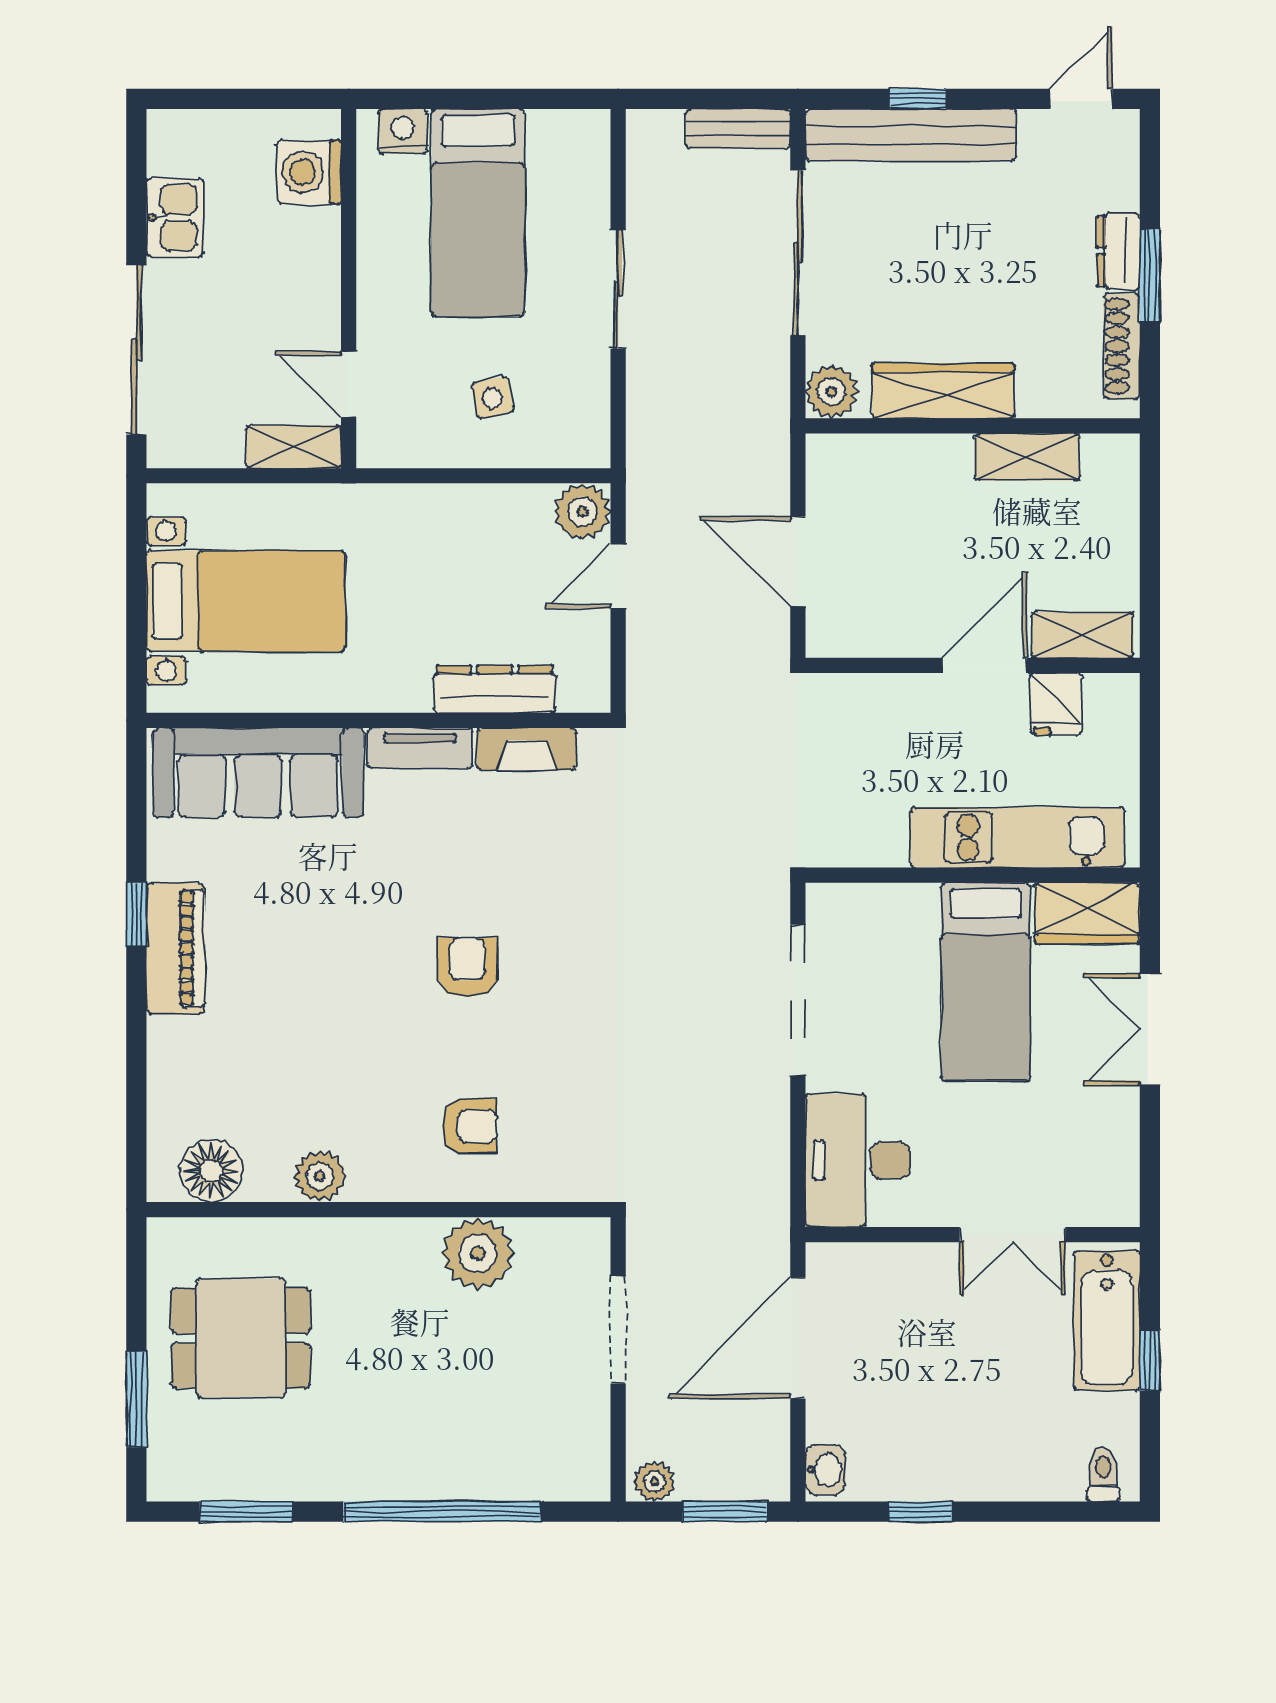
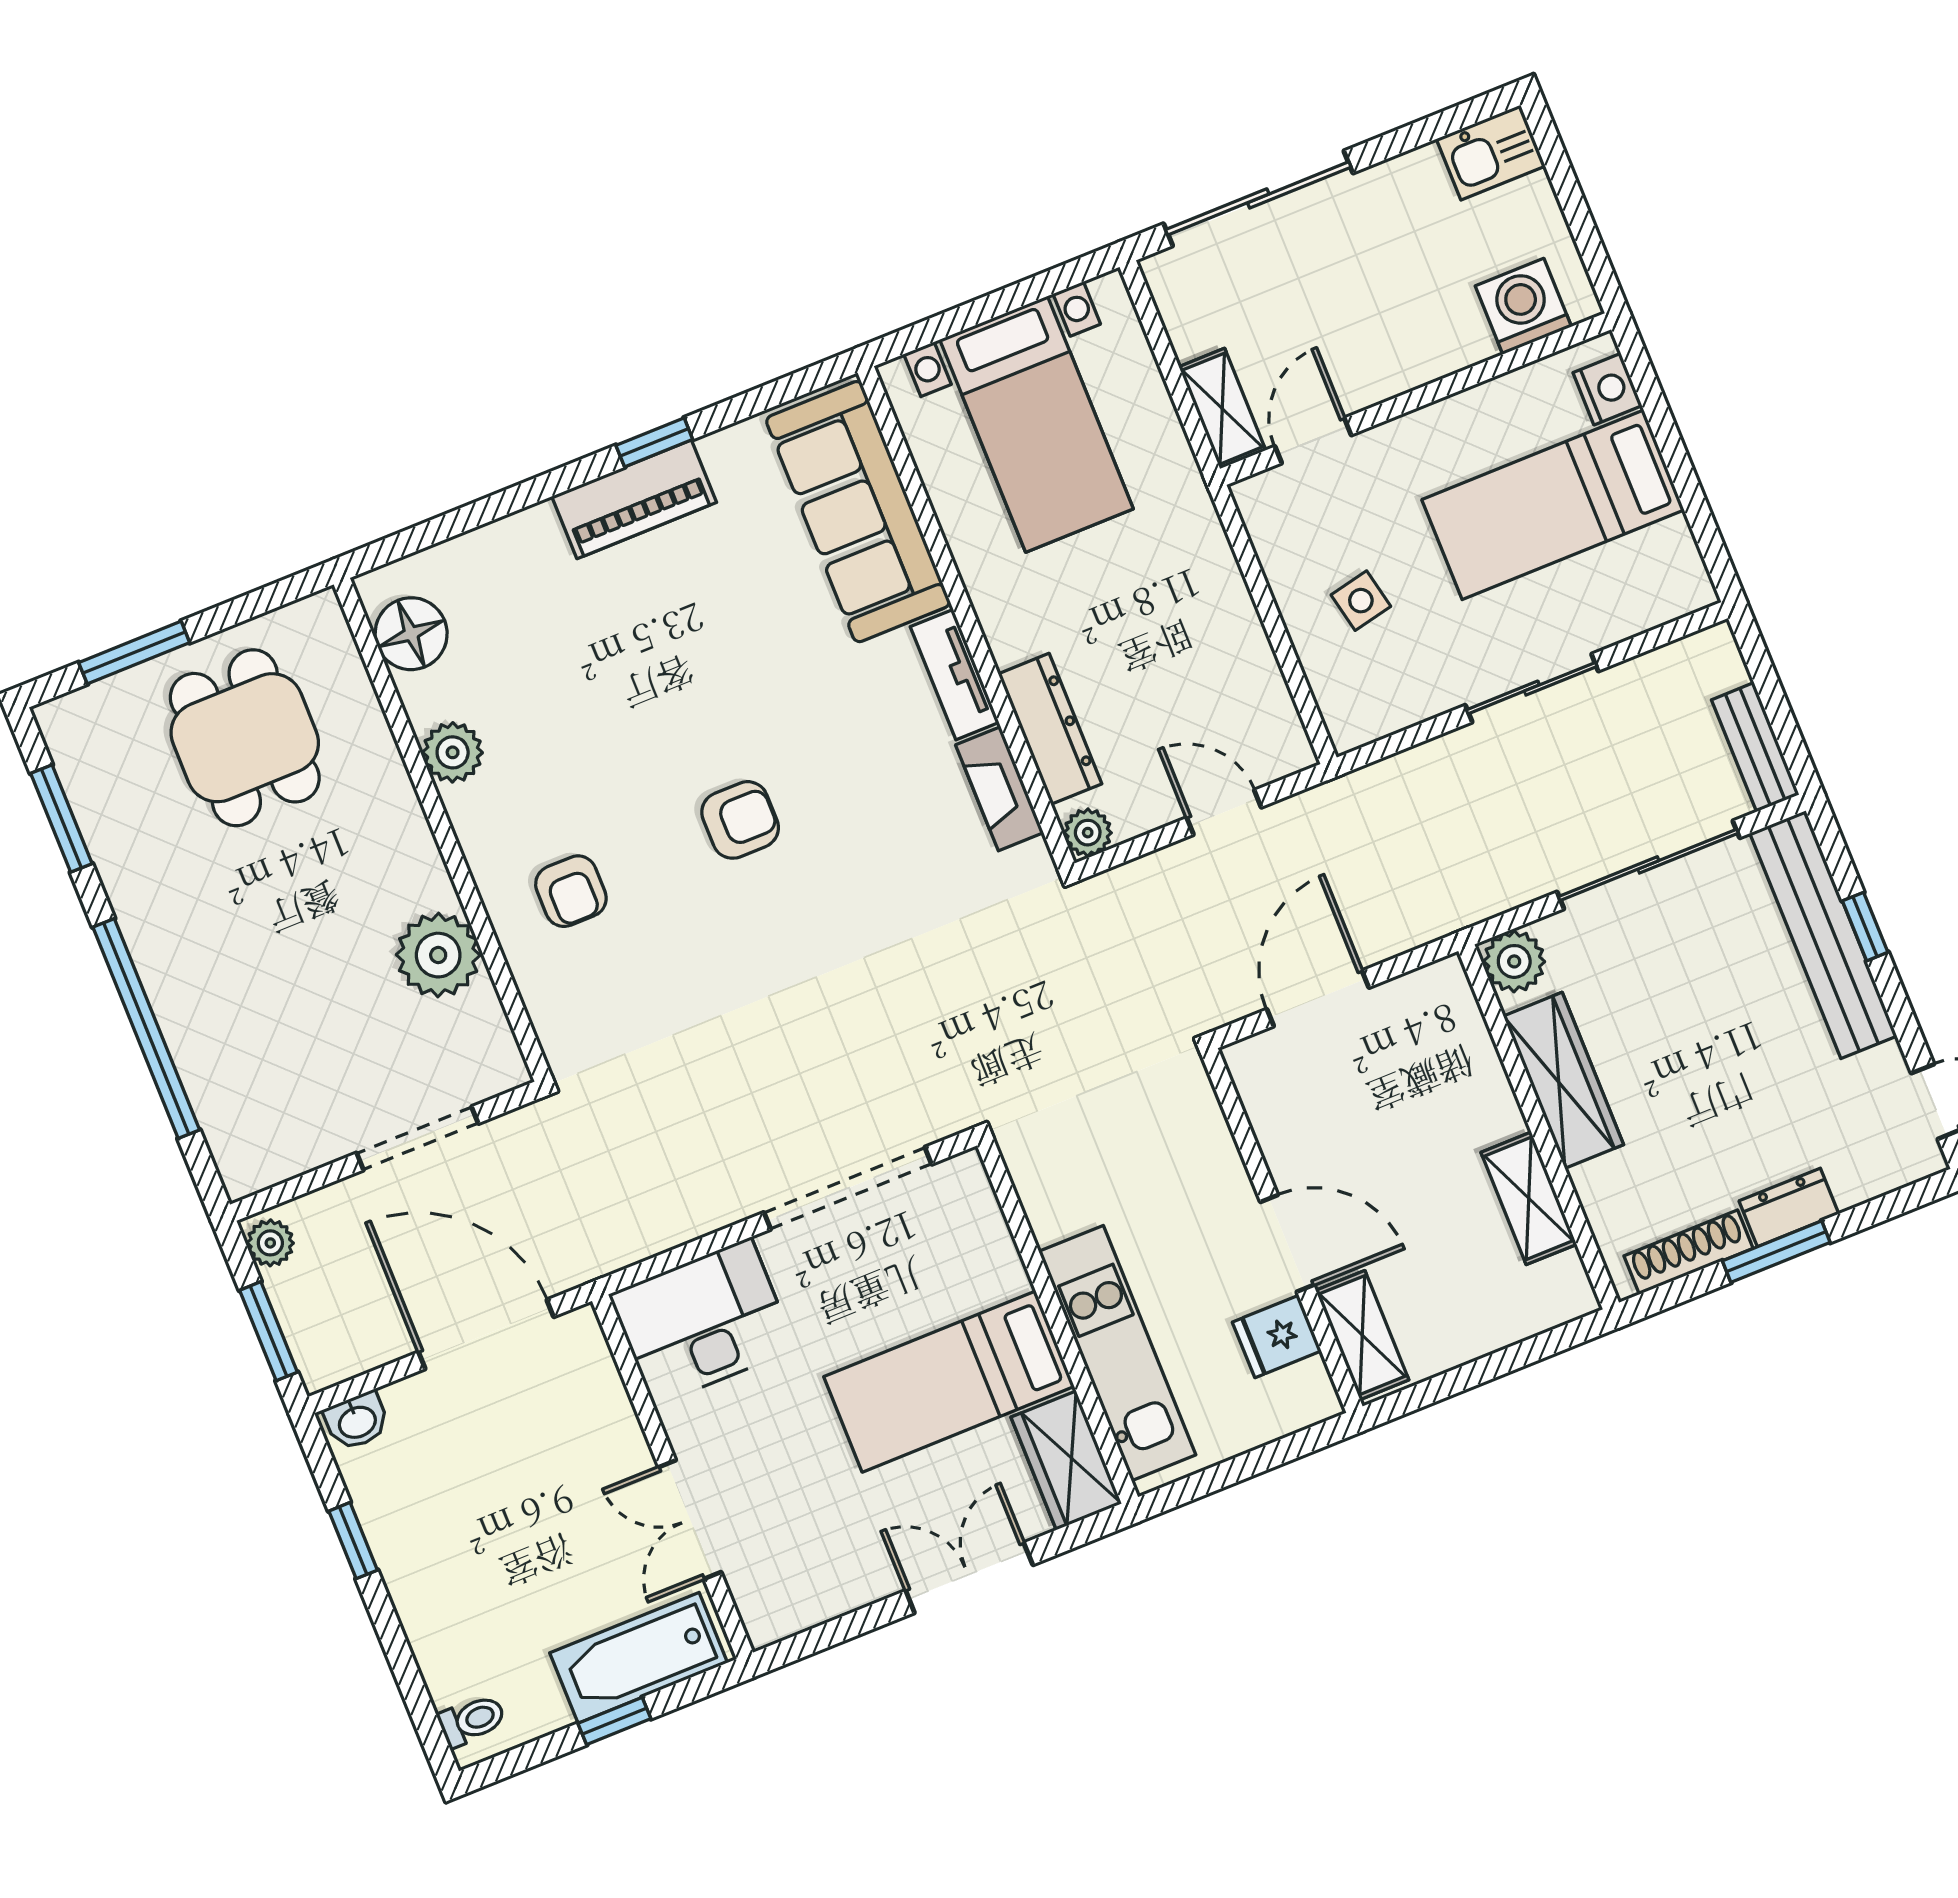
kitchen sink: (175, 217) -> (1491, 152), moved
plant: (582, 511) -> (1088, 833), moved, width x0.73, depth x0.73

